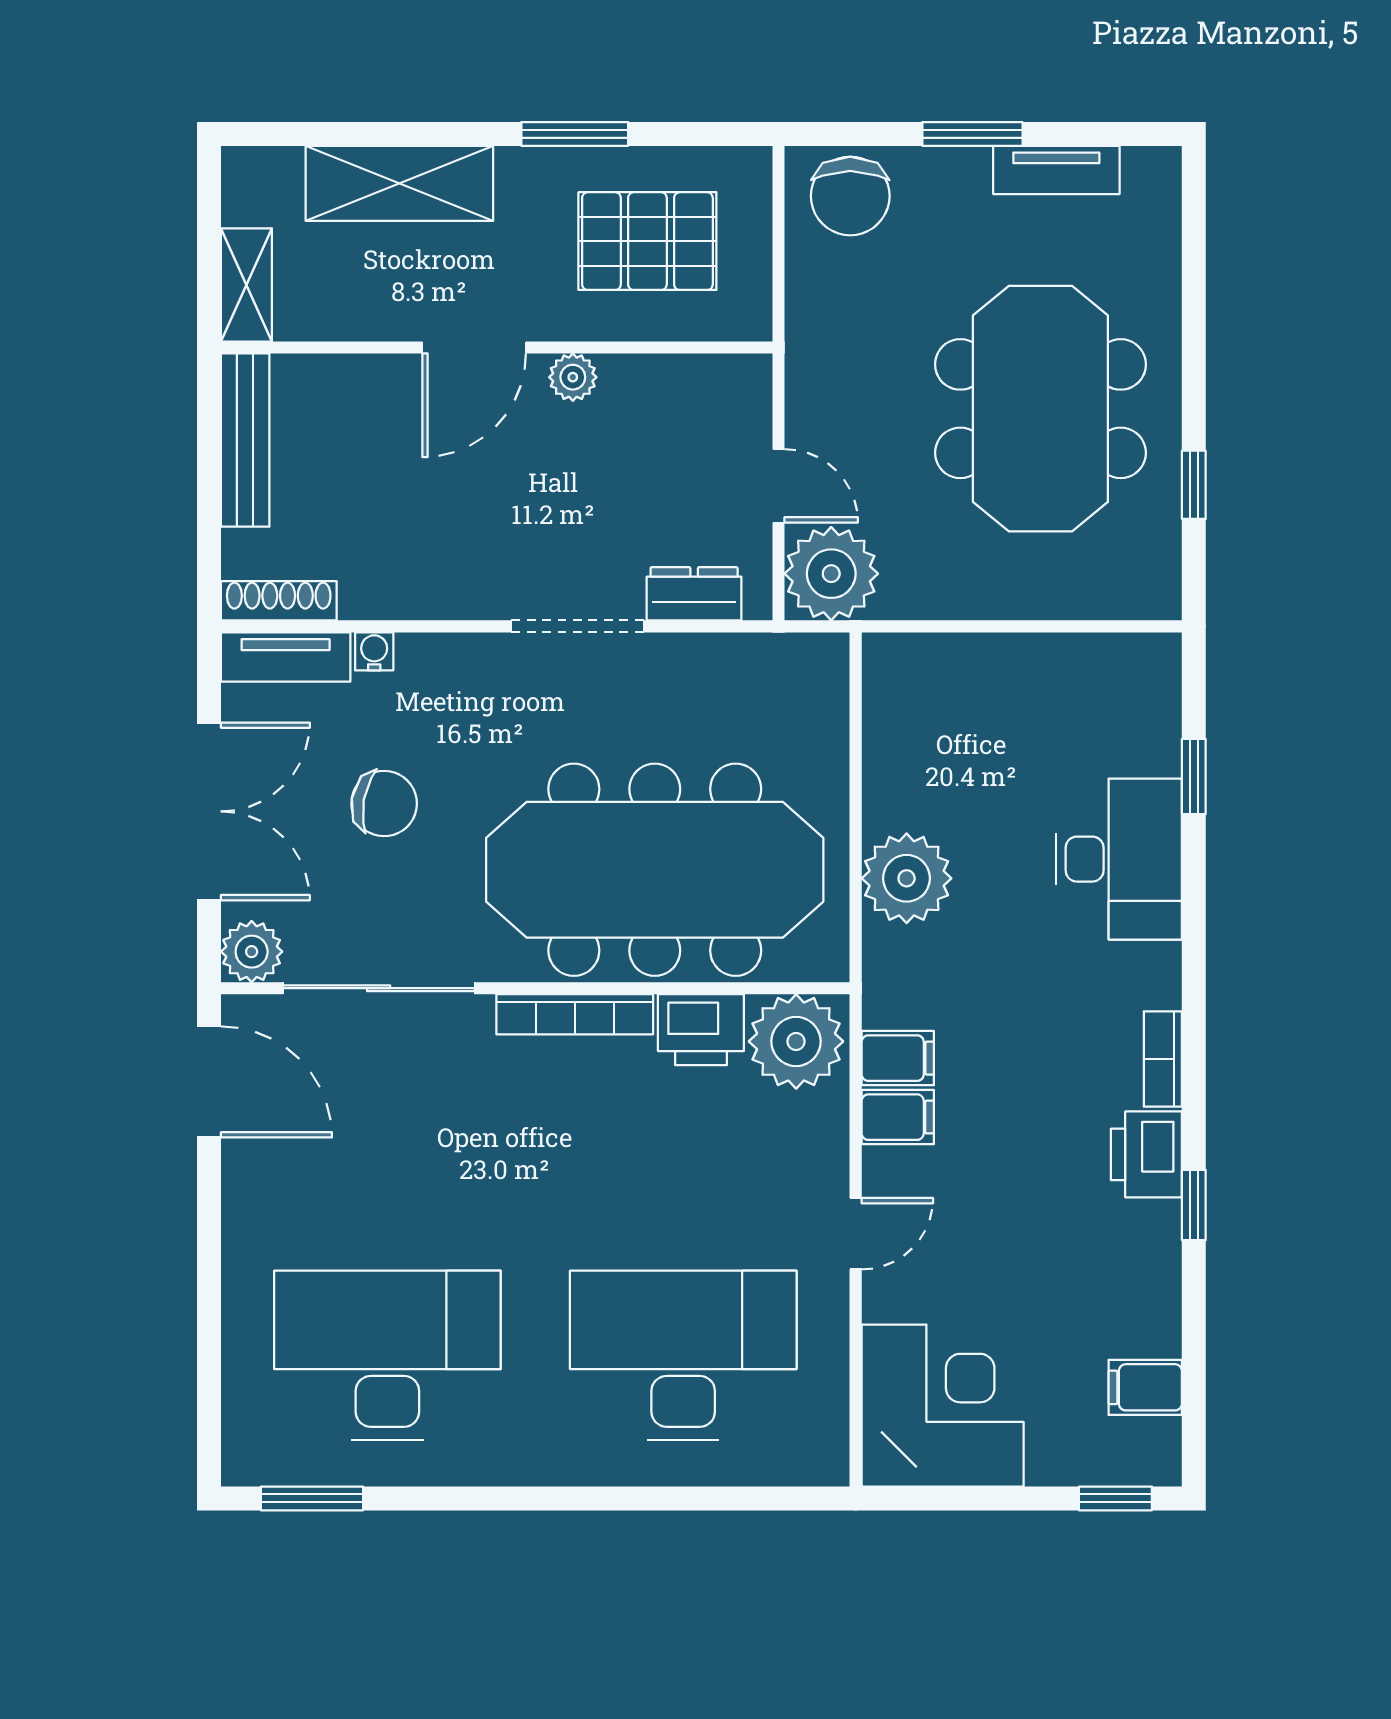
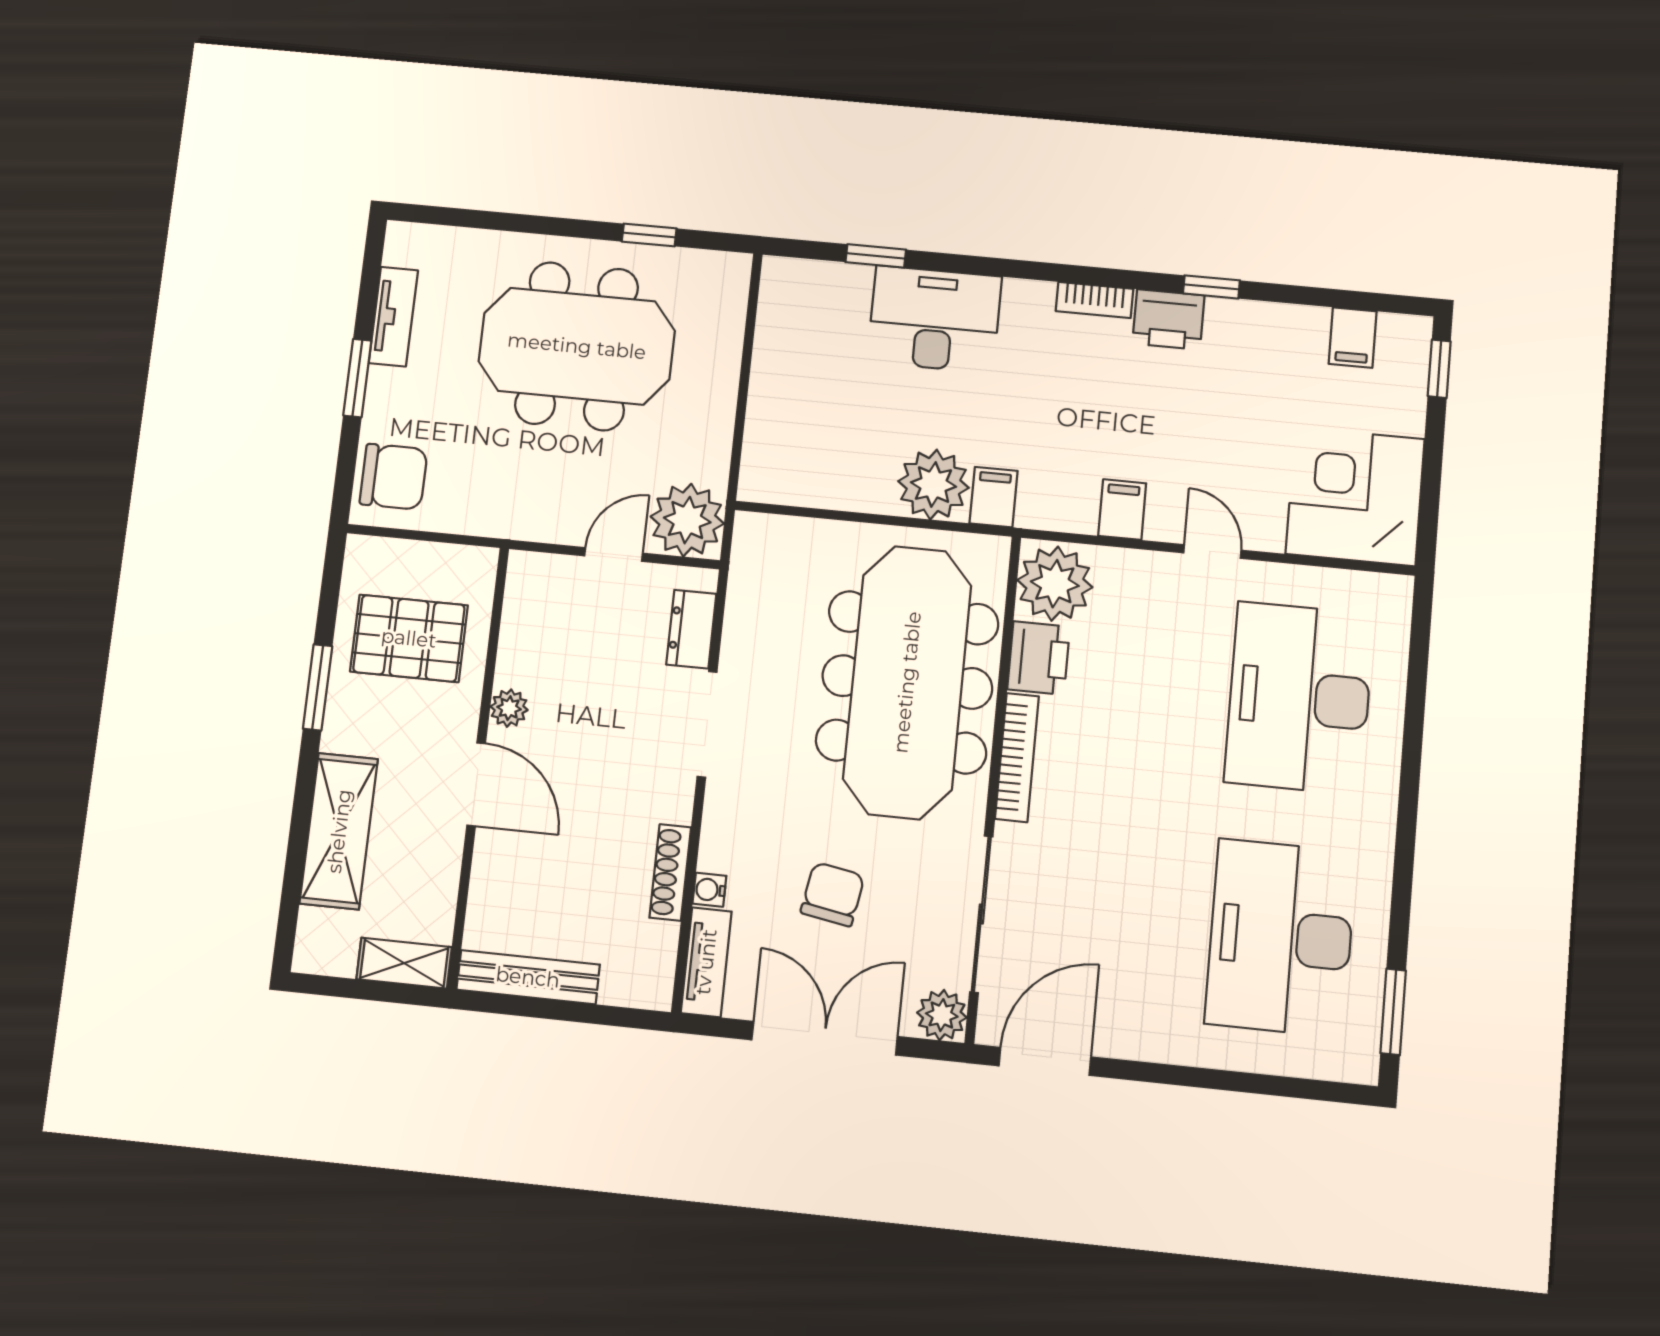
pallet: (647, 241) -> (409, 638), turned 90
shoe rack: (279, 601) -> (670, 872), moved
filing cabinet: (898, 1058) -> (994, 497), moved

